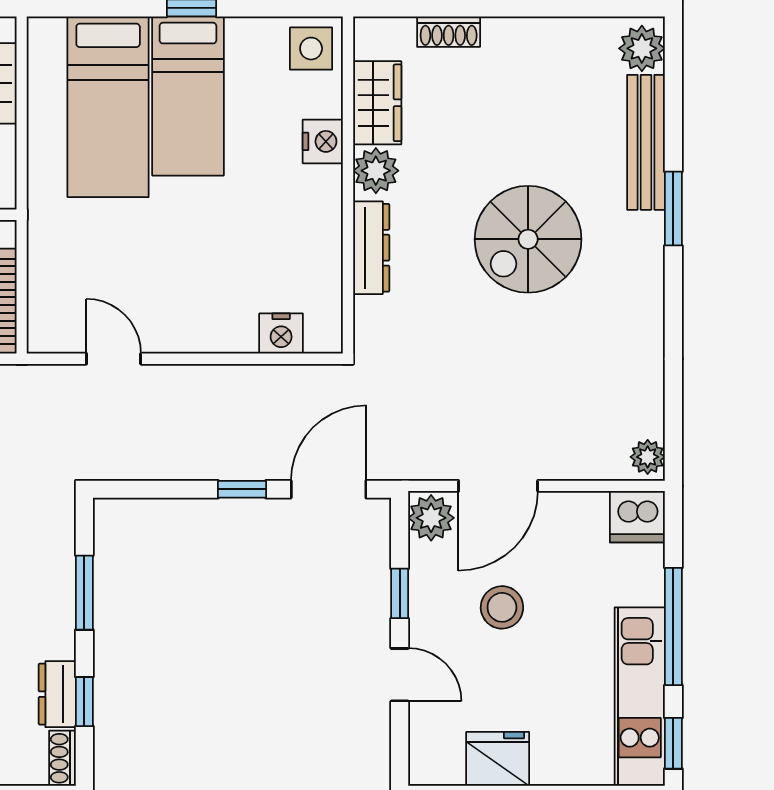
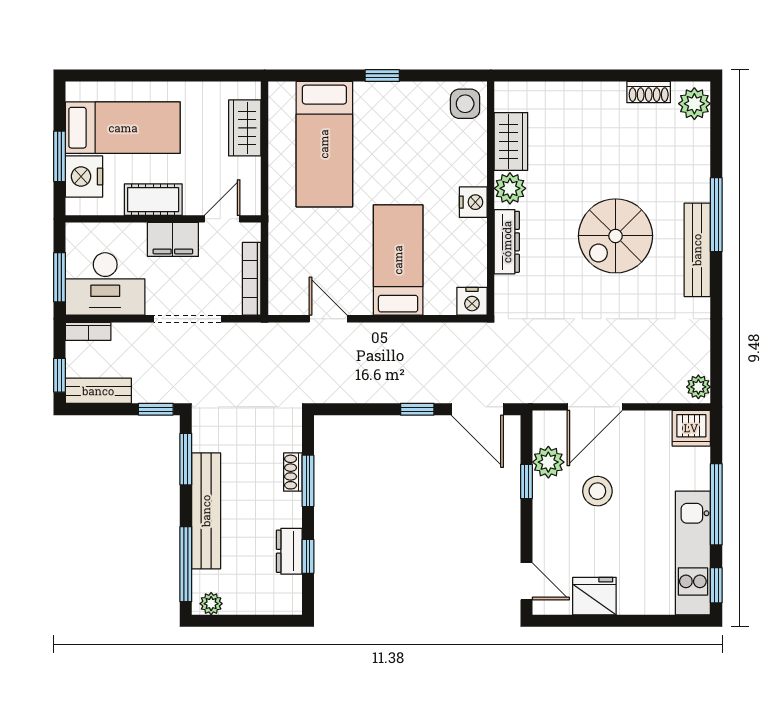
shoe rack: (449, 32) -> (649, 92), moved
bed: (188, 96) -> (398, 260), moved, turned 180
nightstand: (323, 141) -> (473, 202), moved
bench: (646, 142) -> (697, 250), moved
window: (673, 209) -> (716, 215), width x1.44
nightstand: (281, 334) -> (472, 301), moved
door: (329, 489) -> (477, 409), swing flipped
plant: (431, 518) -> (548, 462), moved
door: (400, 675) -> (526, 581), moved
shoe rack: (62, 758) -> (293, 472), moved

